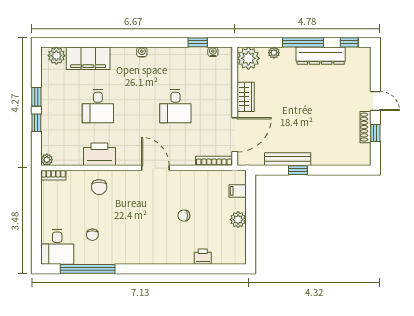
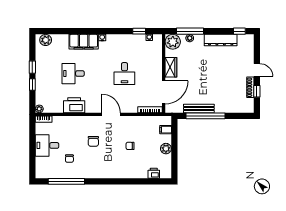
window: (303, 42) -> (190, 31), moved
filing cabinet: (88, 58) -> (84, 42), moved
desk: (98, 106) -> (73, 74), turned 90
window: (298, 170) -> (206, 116), width x3.17
chair: (99, 187) -> (93, 141), moved
desk: (57, 247) -> (47, 145), moved, turned 90
printer: (203, 257) -> (154, 173), moved

